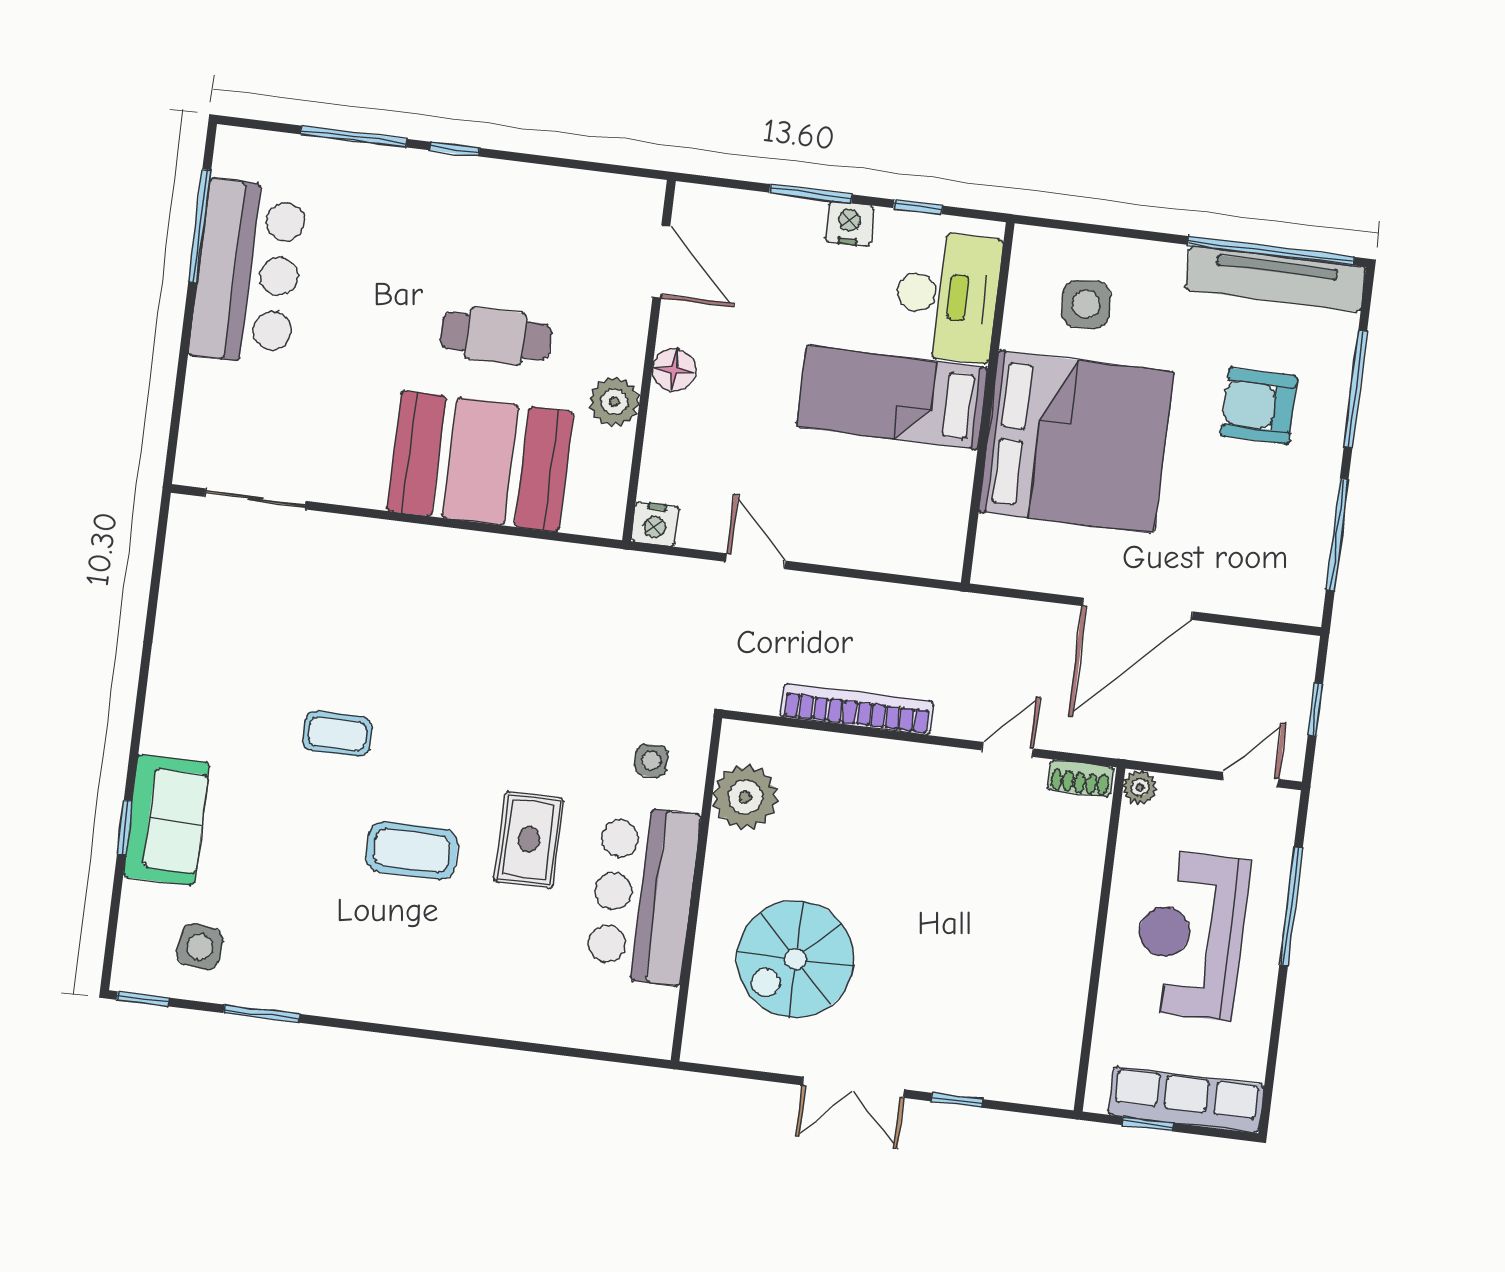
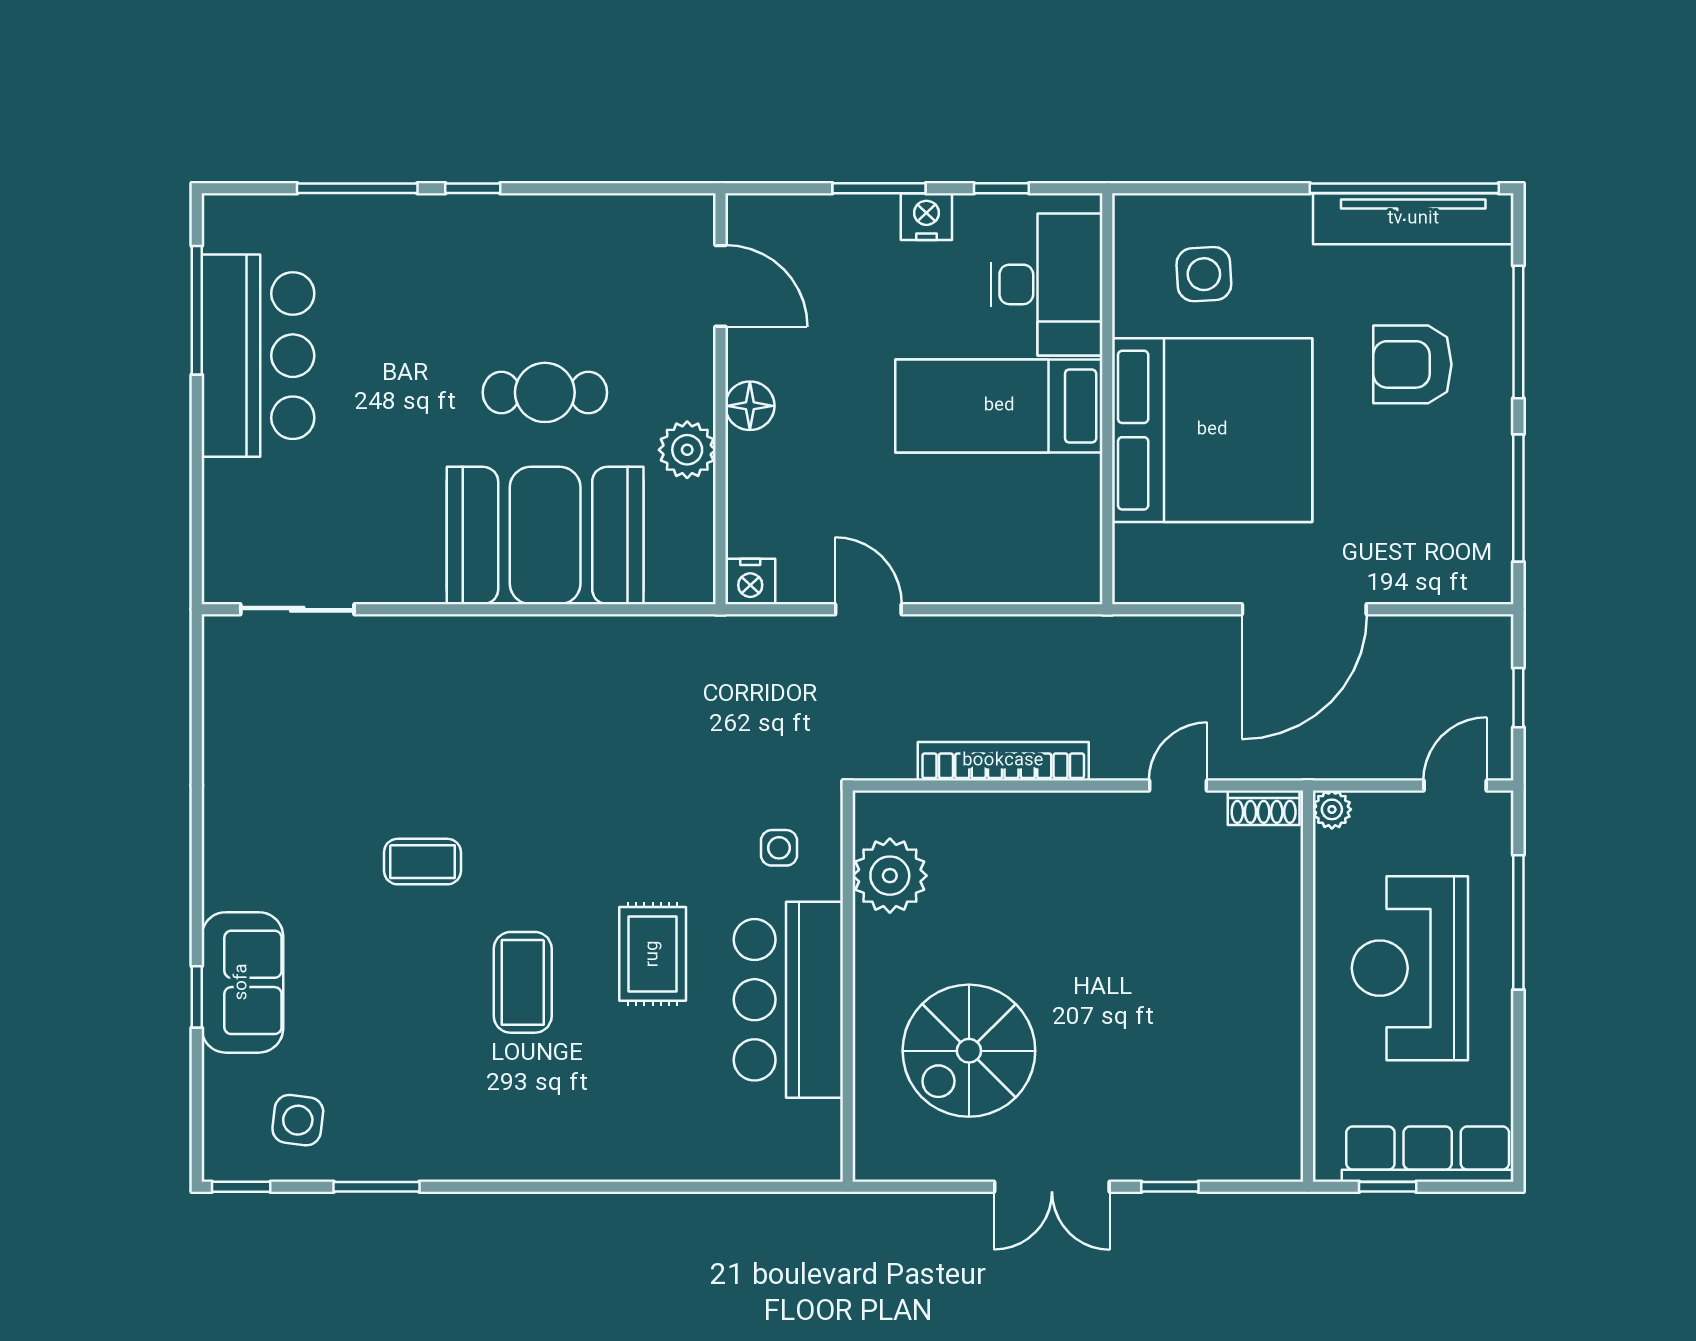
coffee table: (412, 850) -> (523, 982), turned 90

